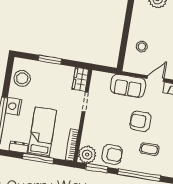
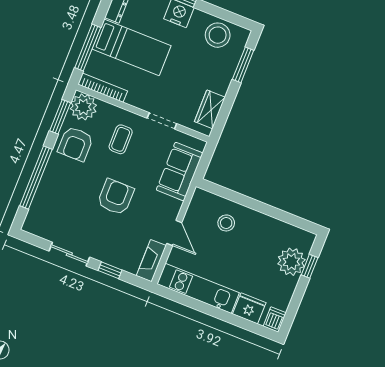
window: (50, 60) -> (243, 65), moved
wardrobe: (80, 79) -> (210, 109), moved, turned -90
sofa: (128, 86) -> (180, 172), moved
coffee table: (149, 149) -> (121, 139), moved
window: (38, 158) -> (88, 48), moved

